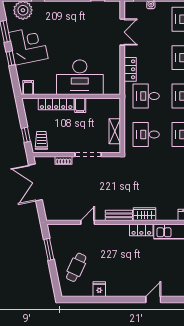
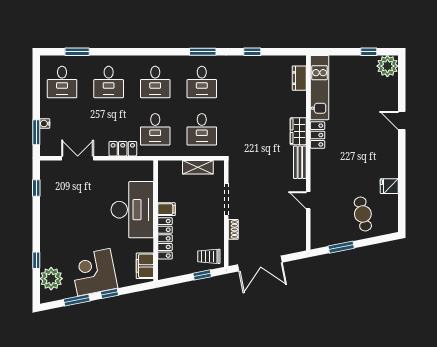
filing cabinet: (28, 88) -> (145, 266), width x2.00
cafe table: (76, 267) -> (363, 214), turned 52

